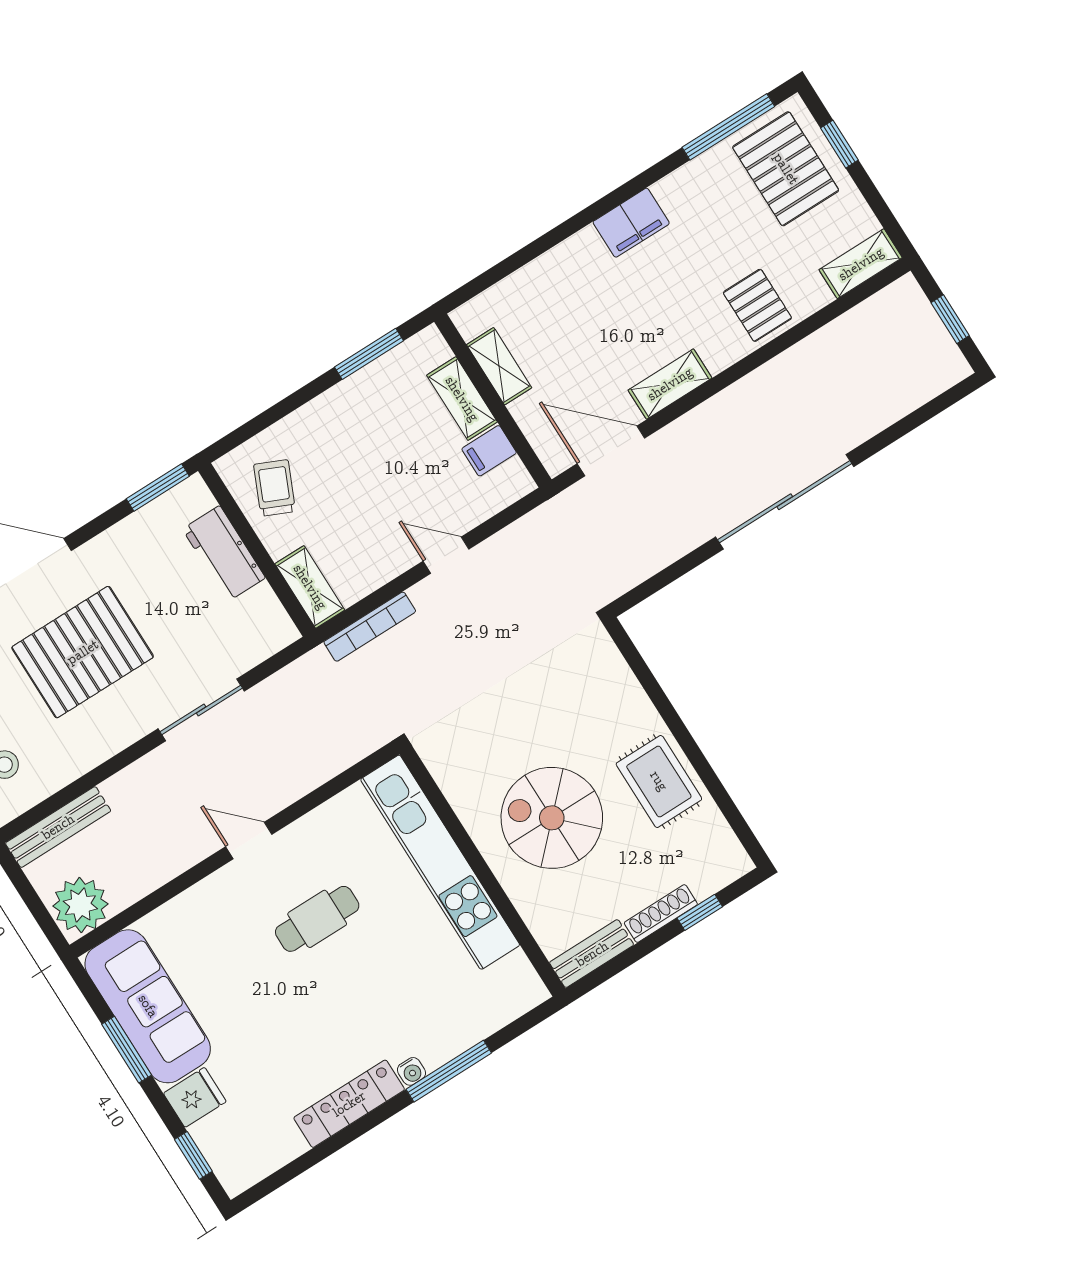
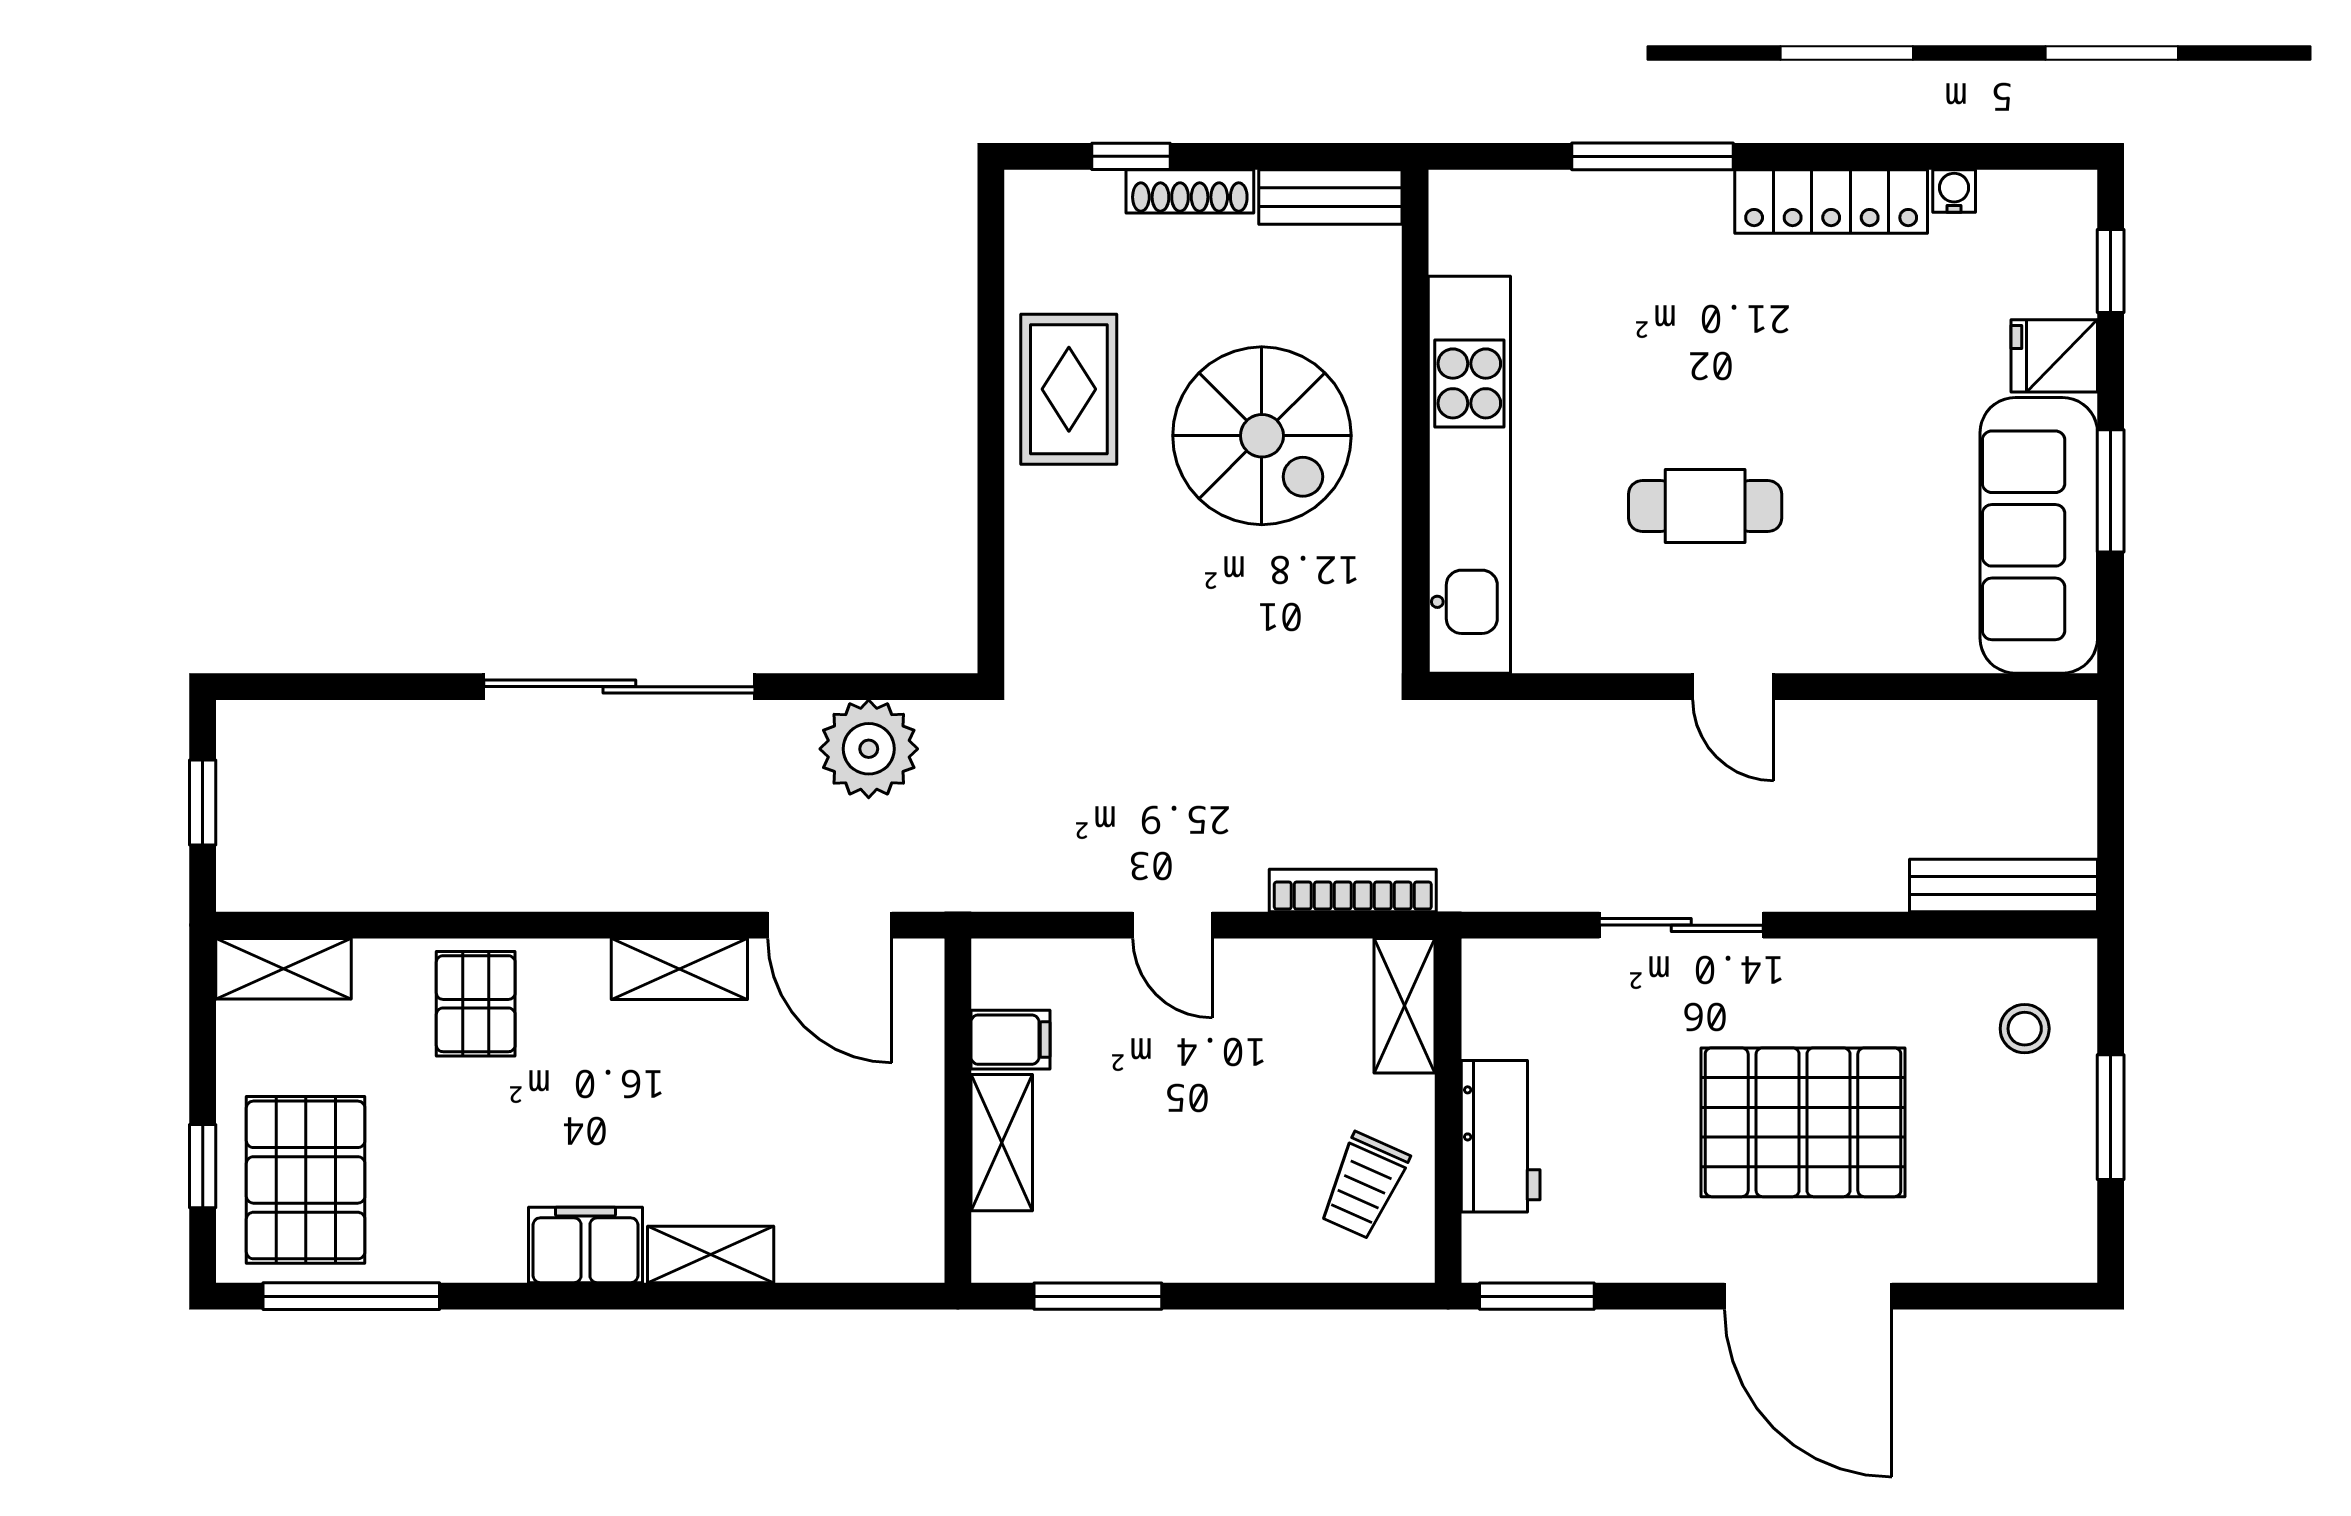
shelving: (499, 366) -> (711, 1254), moved, turned 90
plant: (80, 905) -> (869, 749), moved
water cooler: (411, 1071) -> (1954, 191), moved

